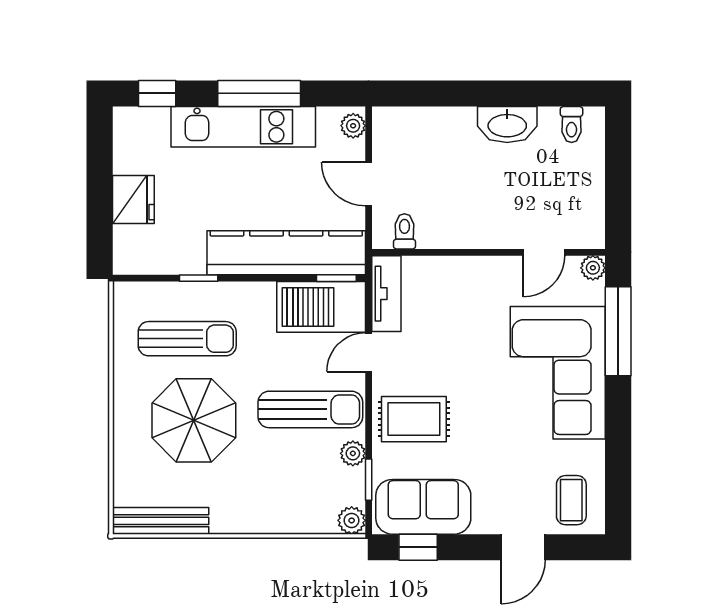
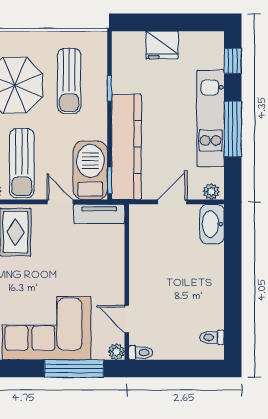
washbasin: (507, 125) -> (212, 224), moved
toilet: (404, 231) -> (141, 353), moved

